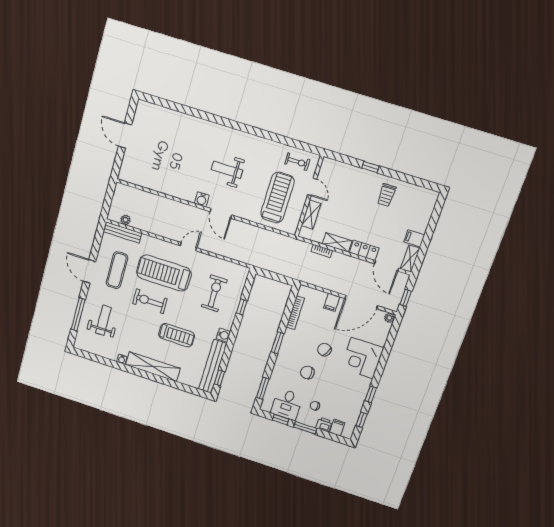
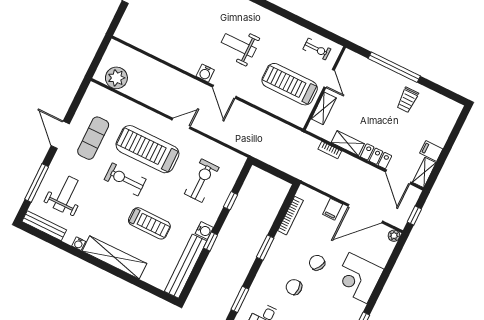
window: (370, 167) -> (394, 67), width x3.17
treadmill: (277, 198) -> (290, 84), turned -90
plant: (126, 220) -> (116, 78), width x1.88, depth x1.88
bench: (122, 232) -> (44, 226), moved
window: (220, 378) -> (211, 242), moved

